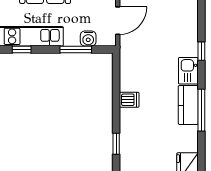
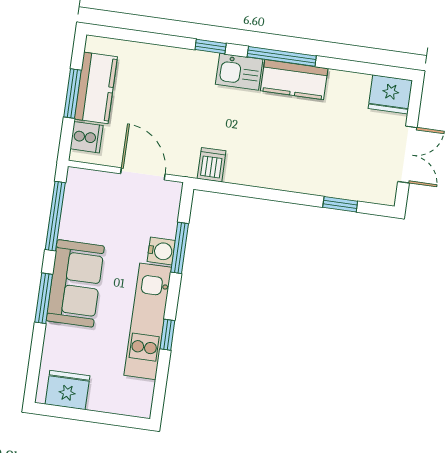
water cooler: (88, 39) -> (161, 251), moved
dishwasher: (129, 100) -> (212, 165), moved
window: (201, 110) -> (282, 56), moved

